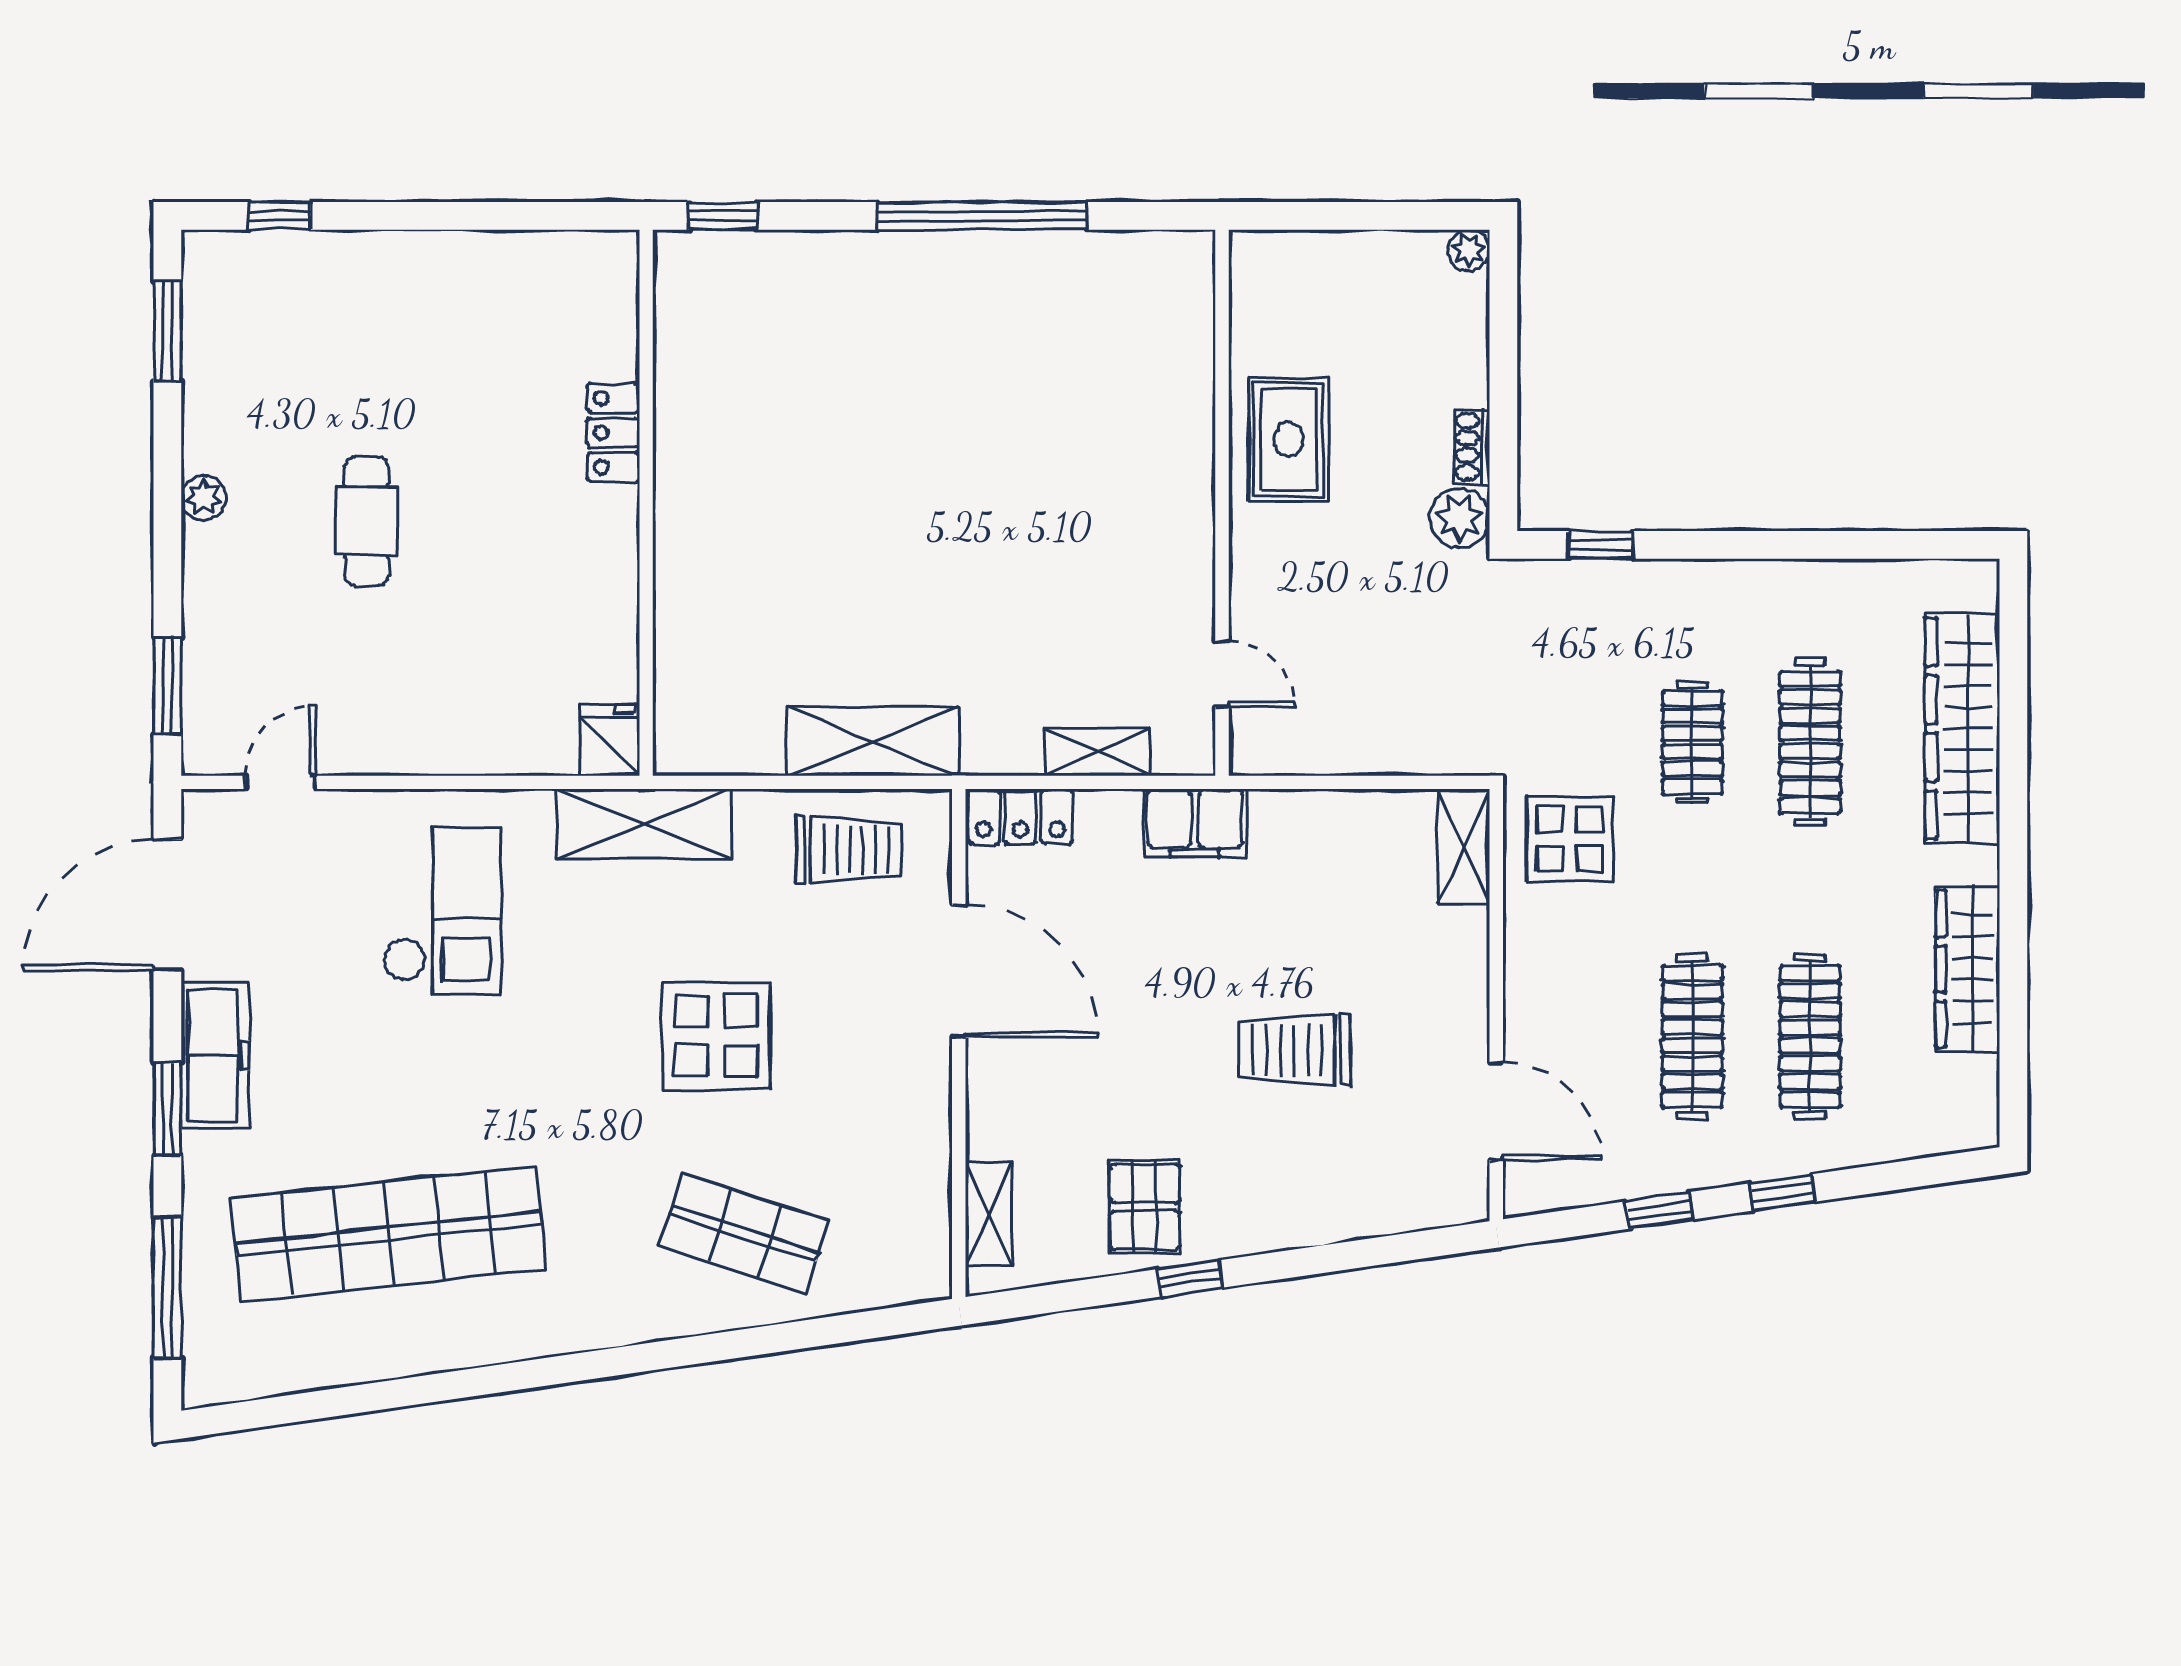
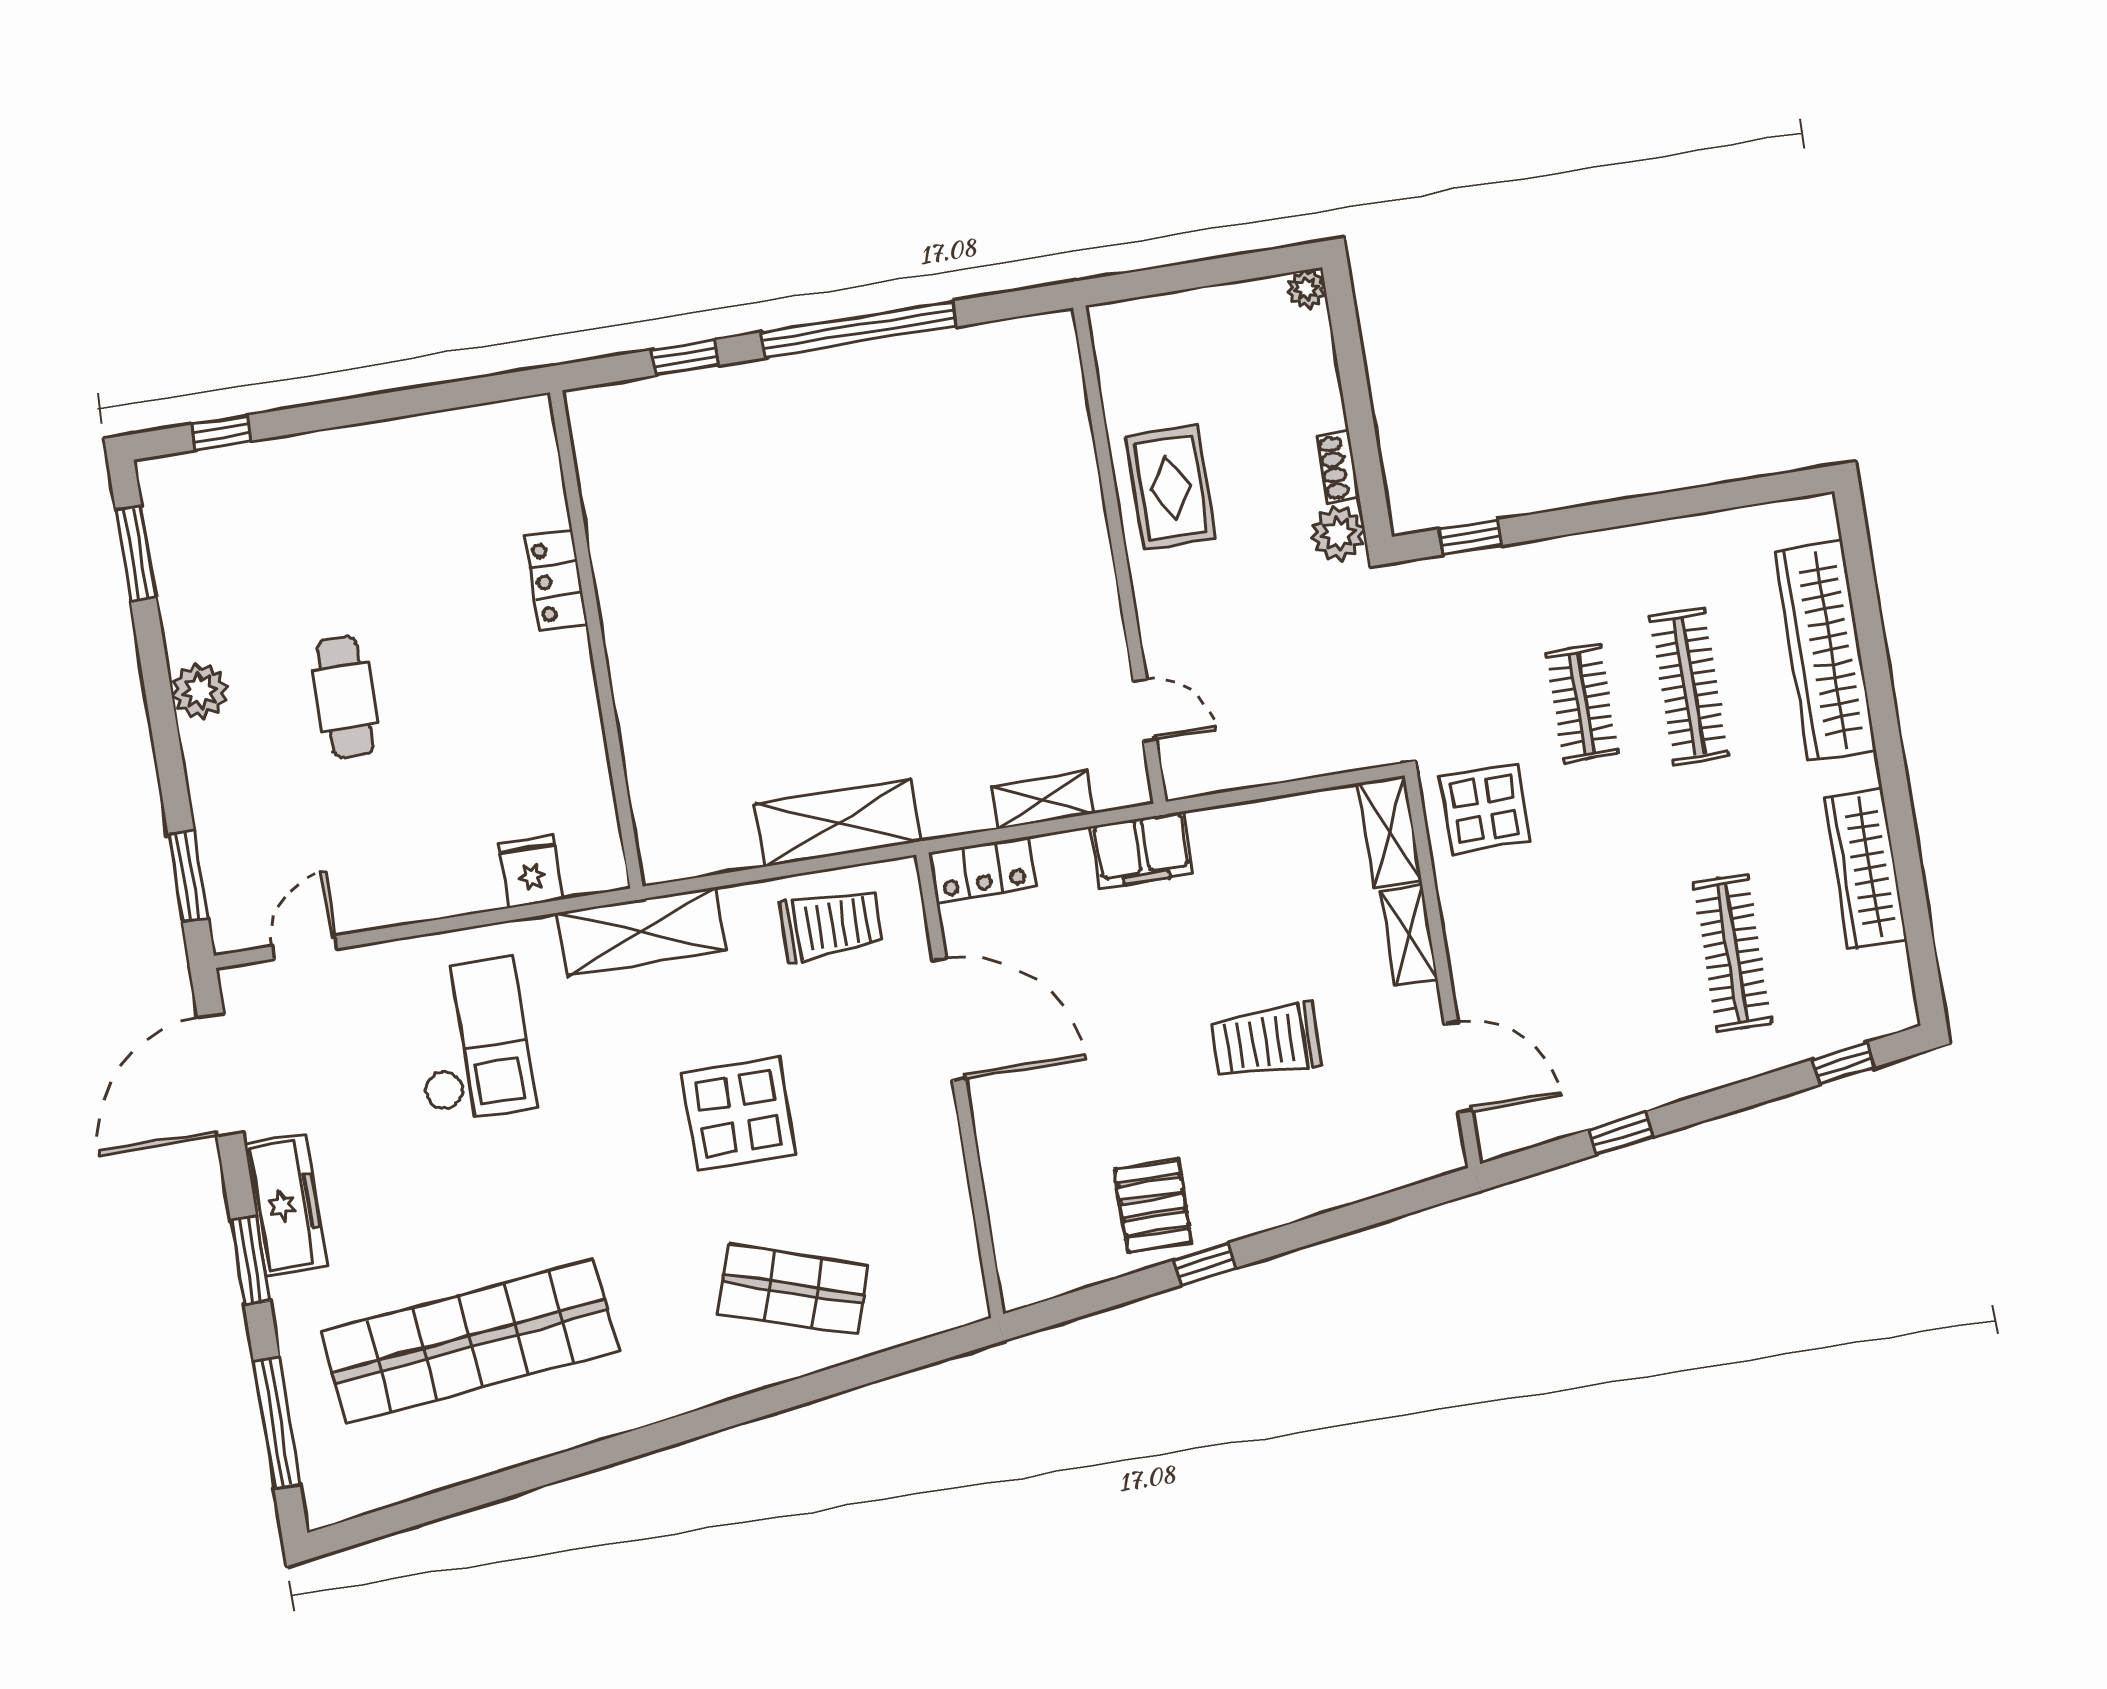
window: (722, 216) -> (685, 357), moved
plant: (204, 498) -> (200, 691), width x1.38, depth x1.38
fridge: (610, 740) -> (531, 871), moved
clothes rail: (1692, 1036) -> (1625, 970), removed
window: (1782, 1192) -> (1843, 1063), moved
shelving: (989, 1214) -> (1409, 935), moved

